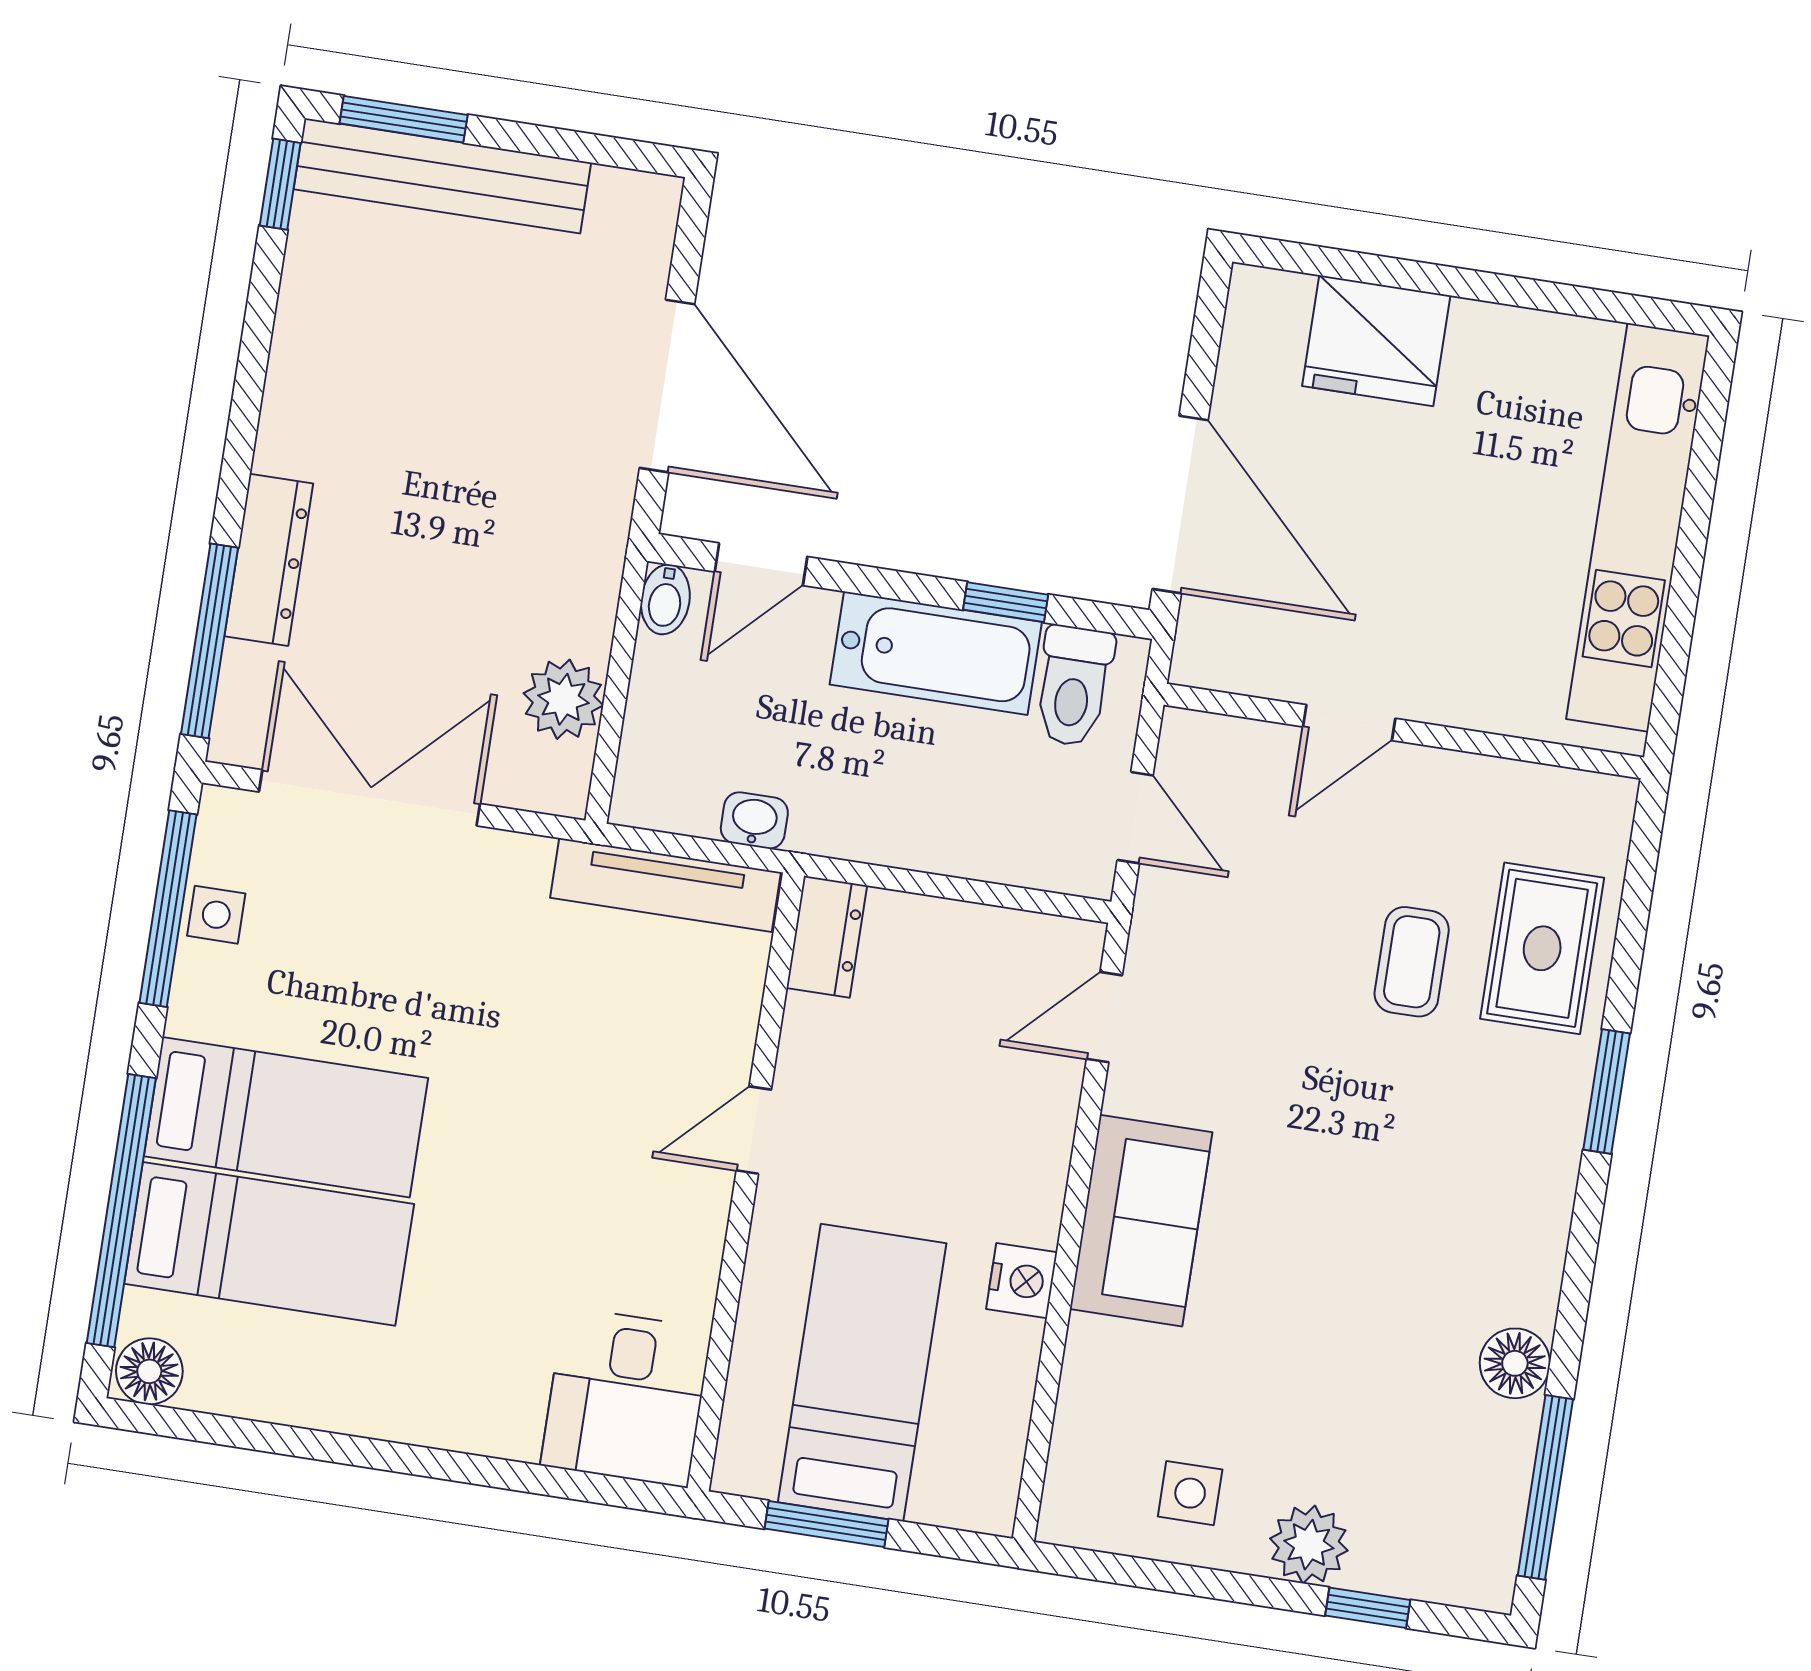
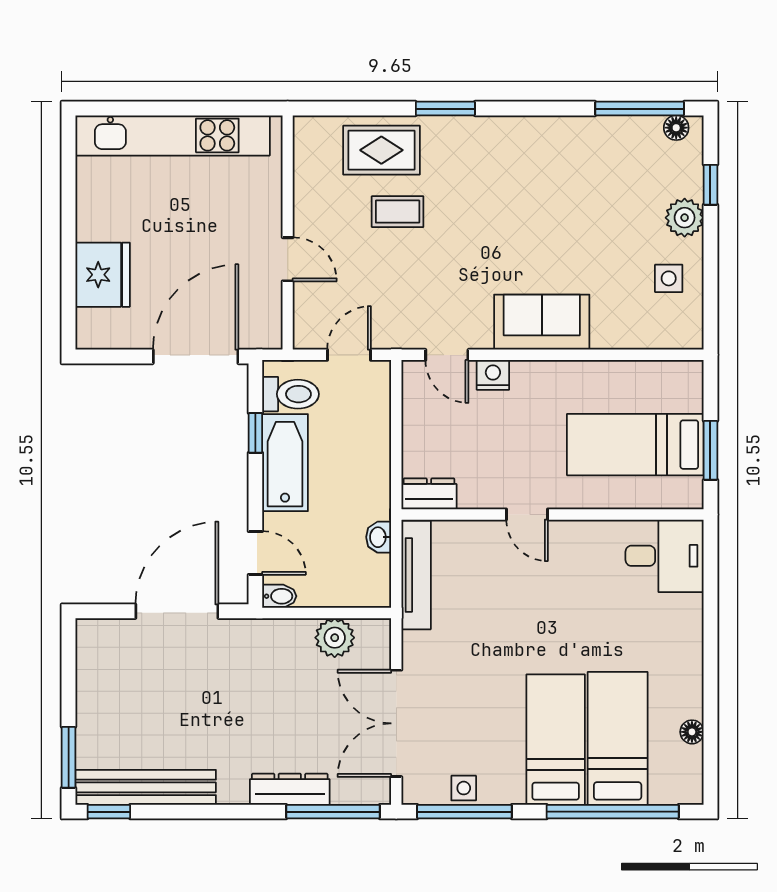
bench: (442, 176) -> (146, 787), moved, turned 90
nightstand: (1022, 1281) -> (493, 375), moved
floor lamp: (1515, 1363) -> (676, 128), moved, width x0.73, depth x0.73
floor lamp: (149, 1371) -> (692, 732), moved, width x0.73, depth x0.73

